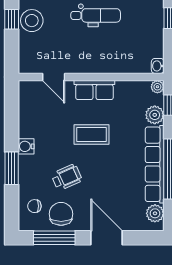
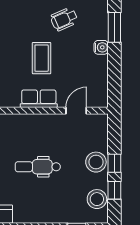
door: (54, 77) -> (76, 111), hinge flipped
coffee table: (91, 135) -> (42, 58), turned 90

